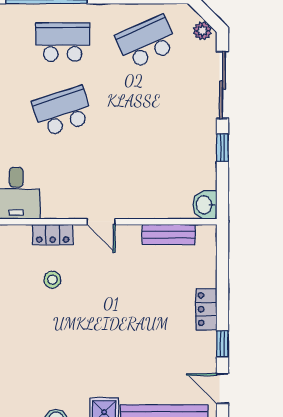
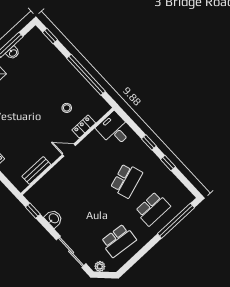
school desk: (146, 42) -> (118, 241), turned 30
window: (222, 148) -> (33, 211), moved
washbasin: (205, 205) -> (54, 219), moved

